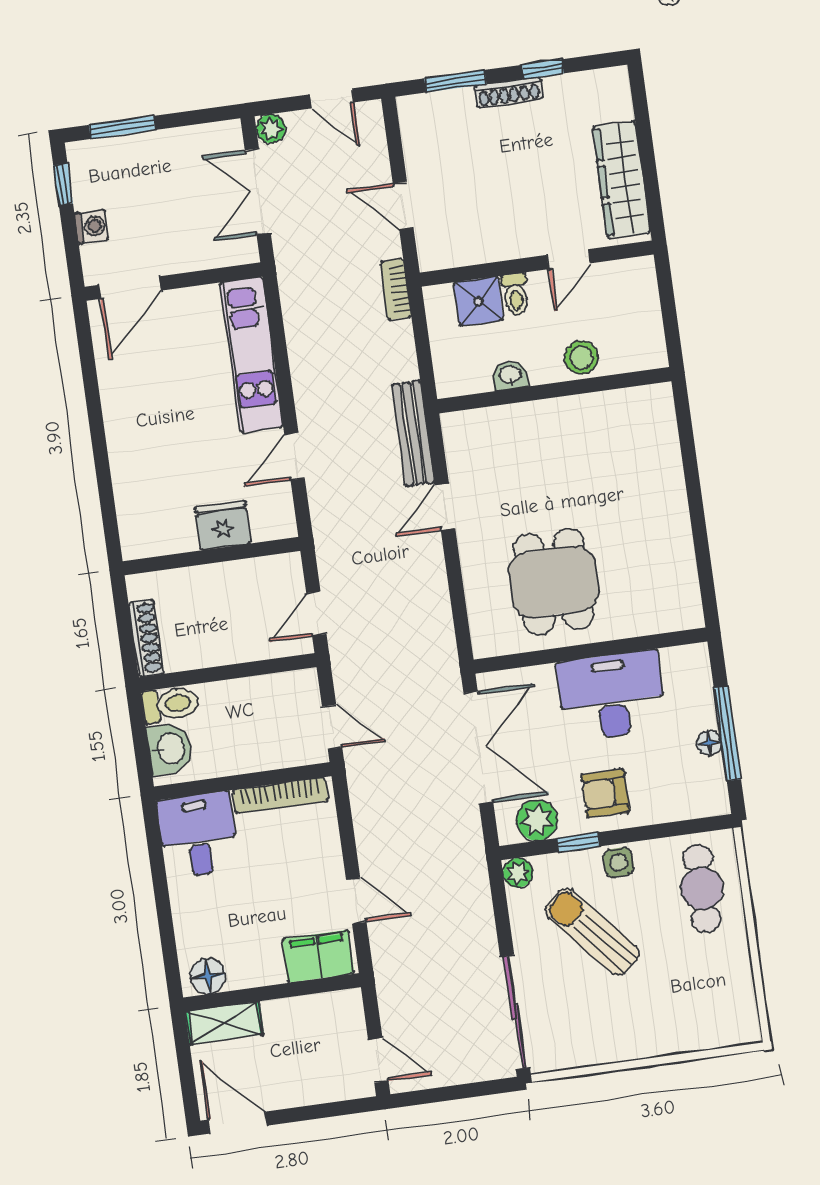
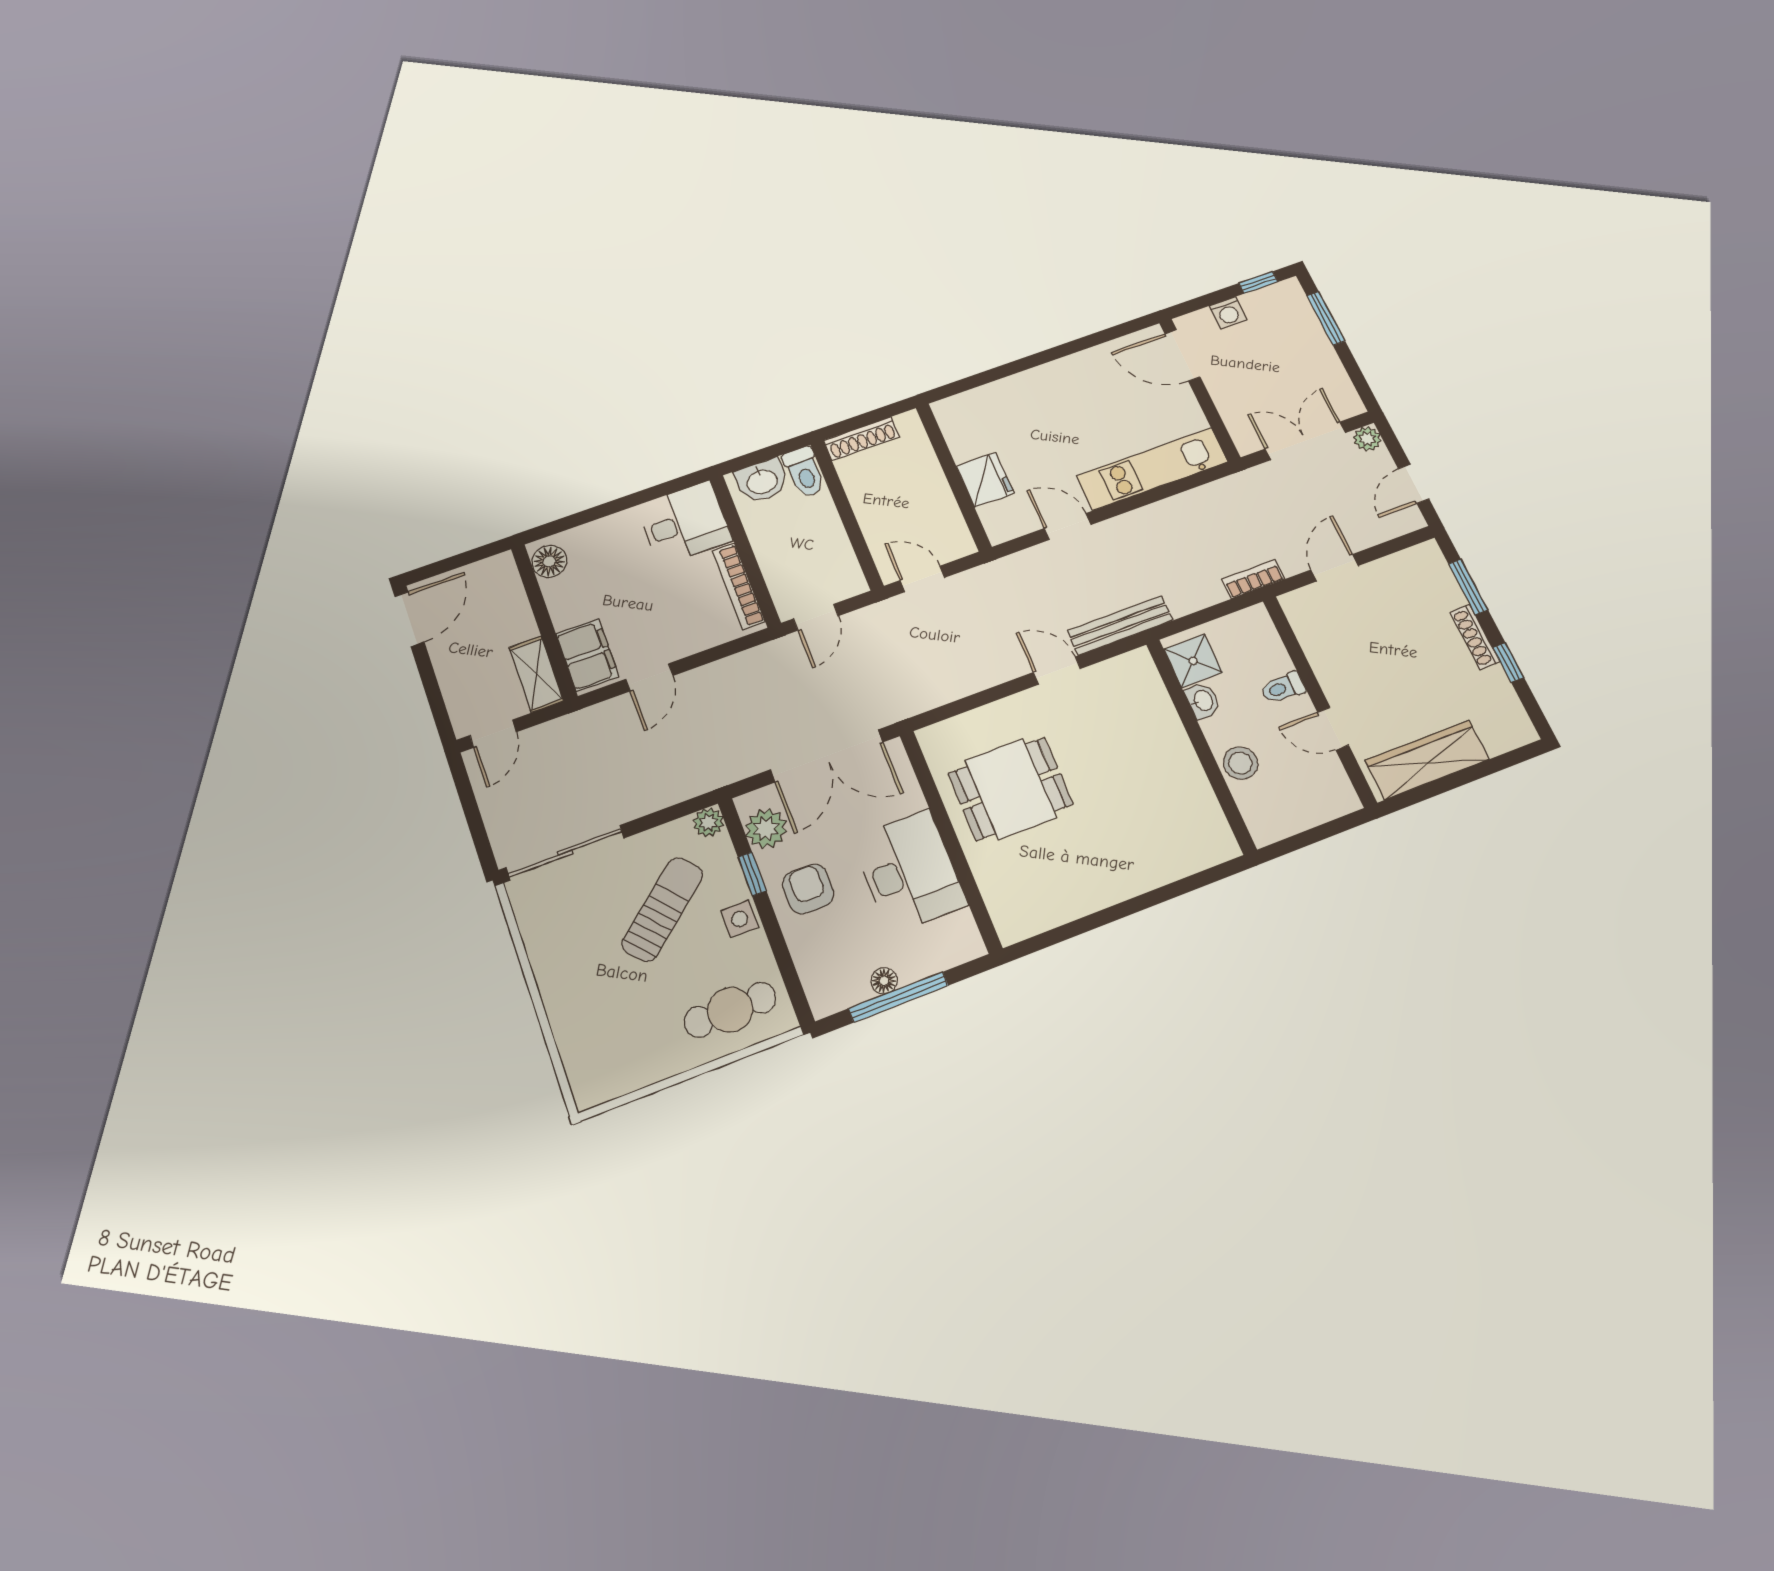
shower: (478, 301) -> (1193, 661), moved
shelving: (224, 1023) -> (536, 674), moved

